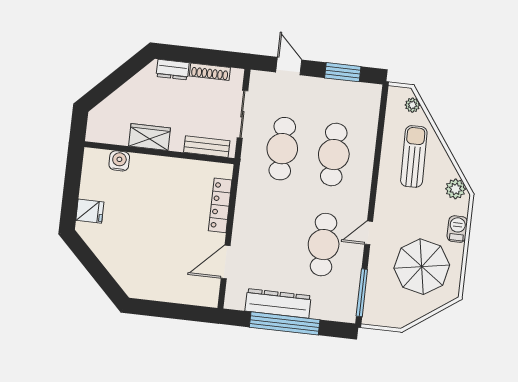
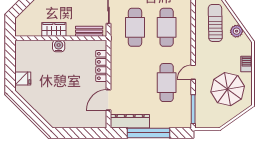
water cooler: (119, 161) -> (59, 46), moved
plant: (456, 189) -> (237, 31), moved
dresser: (278, 303) -> (130, 121), moved

